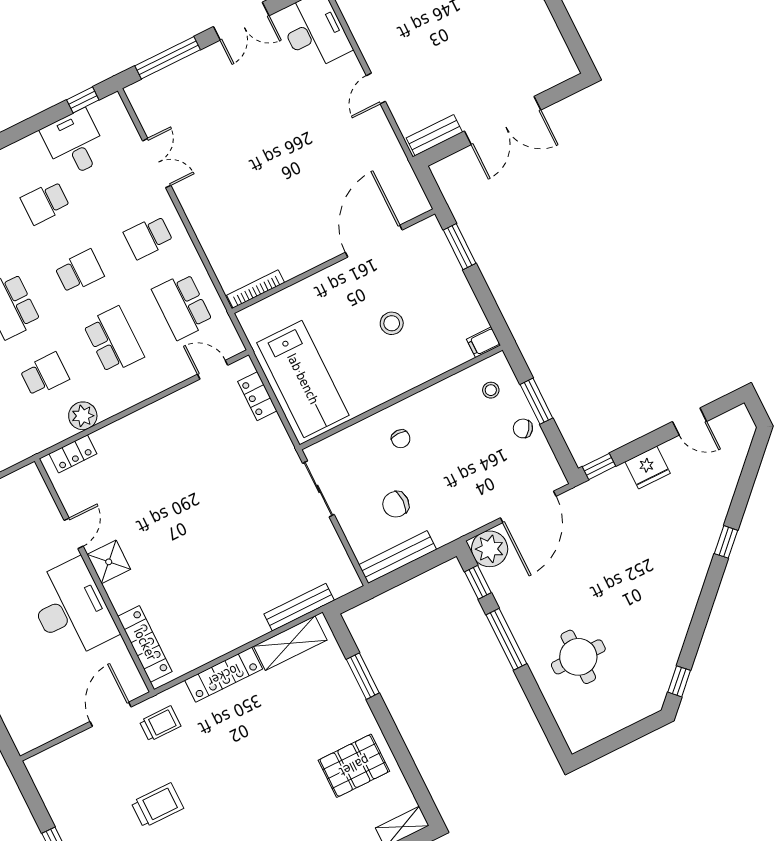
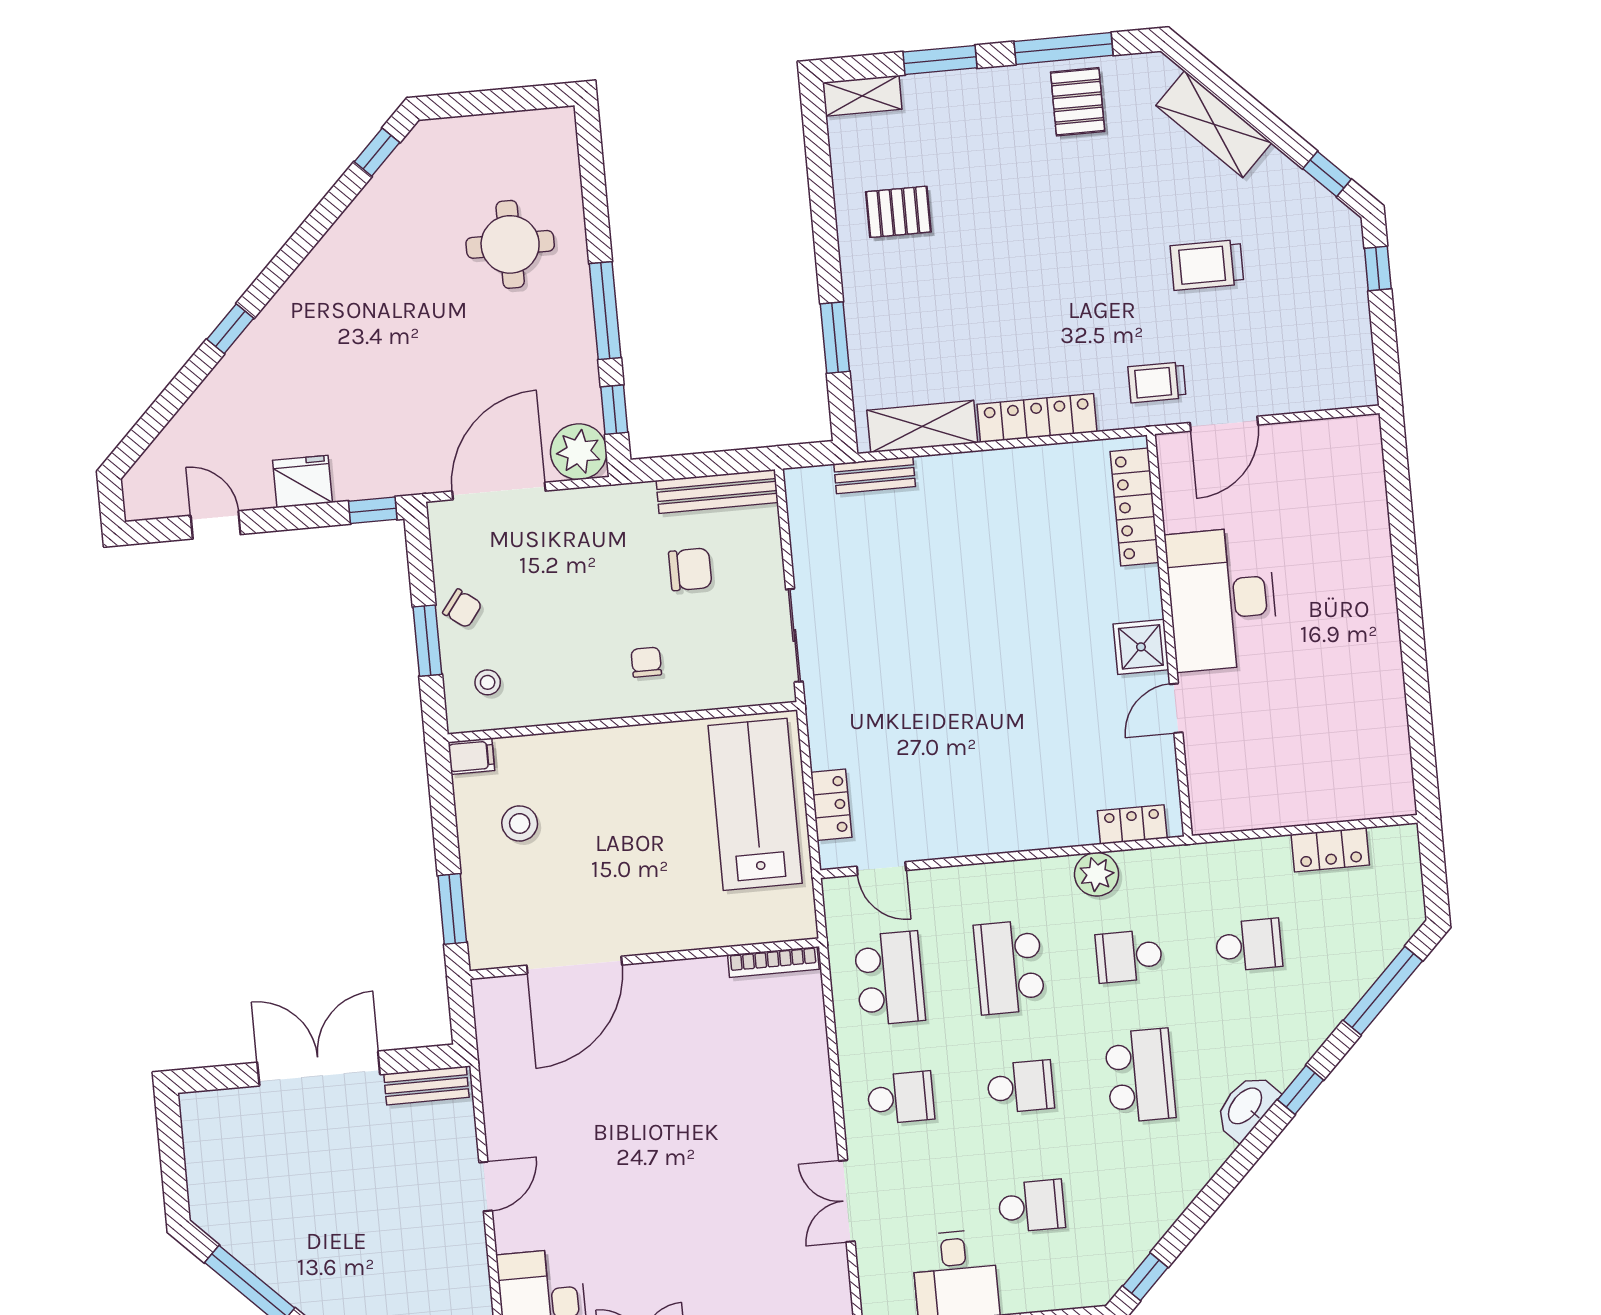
school desk: (79, 271) -> (1020, 1087), turned 180
stool: (392, 323) -> (520, 823), moved
bench: (299, 607) -> (875, 475), width x0.73
pallet: (354, 766) -> (898, 212), width x0.67, depth x0.71

